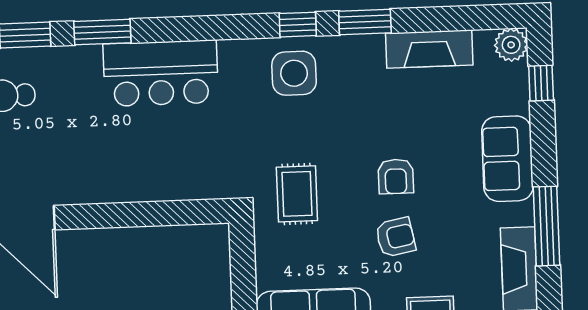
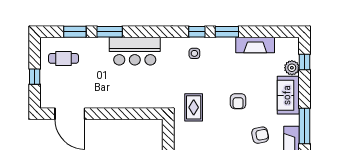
plant: (511, 45) -> (292, 68), moved
side table: (294, 73) -> (194, 53), width x0.54, depth x0.54
armchair: (396, 237) -> (260, 135), moved

